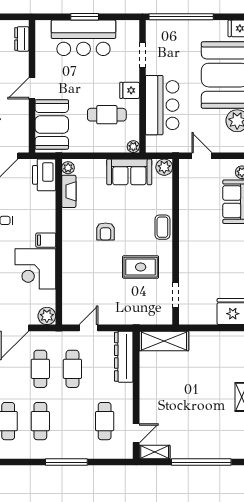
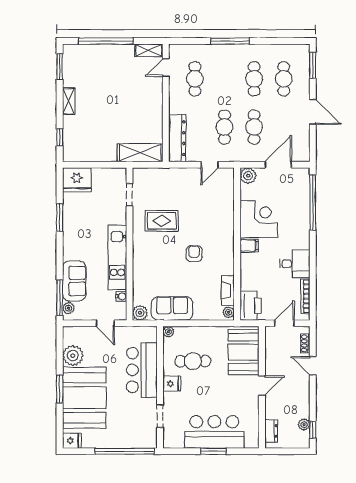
water cooler: (184, 185) -> (121, 296), added
coffee table: (162, 227) -> (142, 258), removed
kitchen unit: (189, 227) -> (117, 257), added

